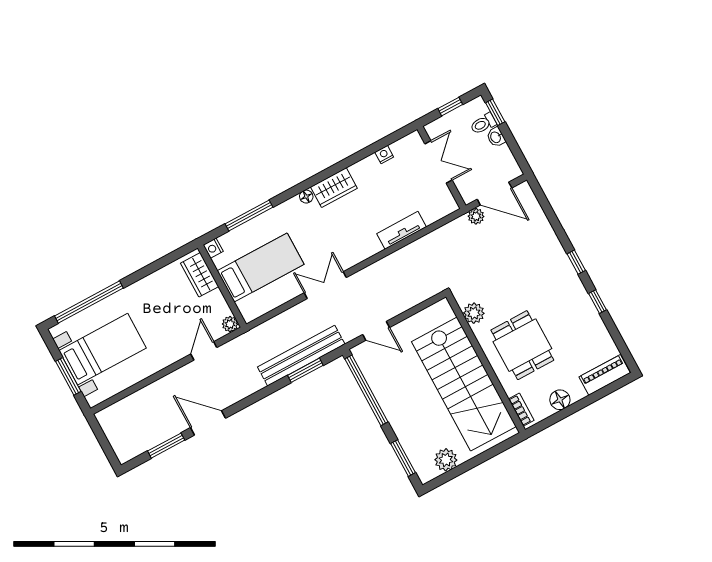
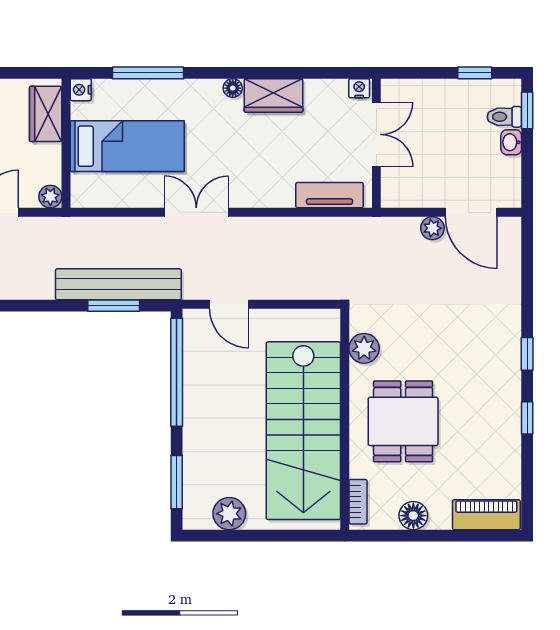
double door: (439, 162) -> (376, 134), moved
wall: (441, 167) -> (376, 143), moved

